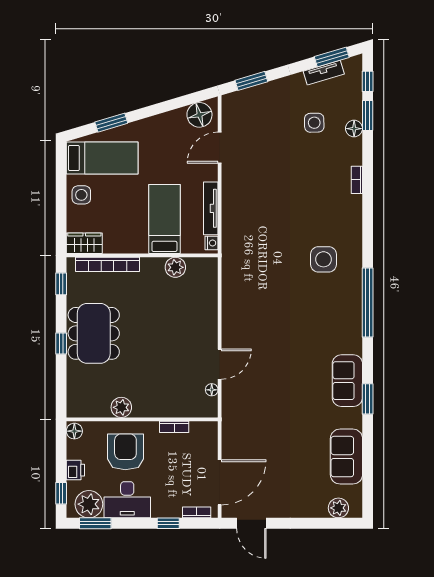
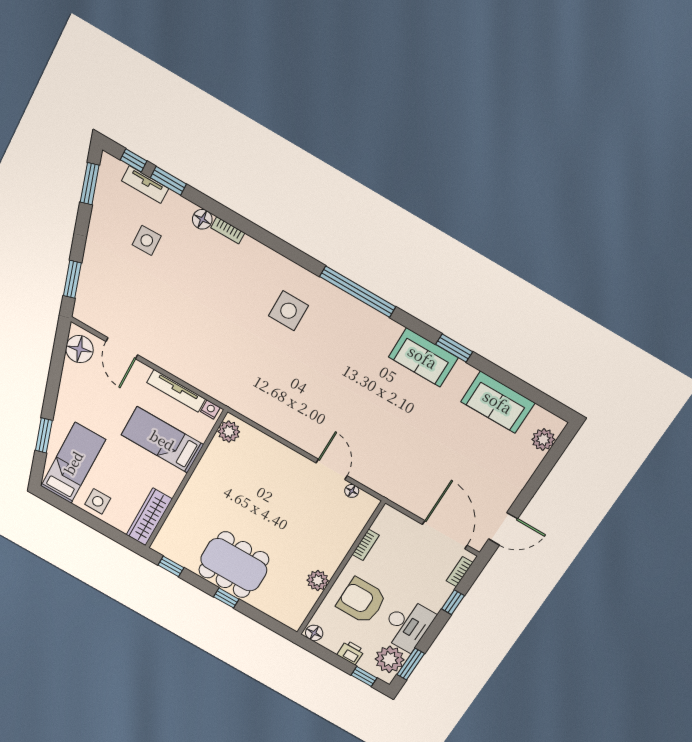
tv unit: (324, 73) -> (145, 185), moved, turned 107
floor lamp: (354, 129) -> (202, 219), moved
wardrobe: (84, 243) -> (149, 517), width x1.50
bookcase: (107, 264) -> (176, 516), removed
plant: (175, 267) -> (229, 432), moved

